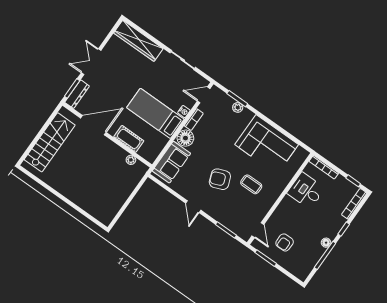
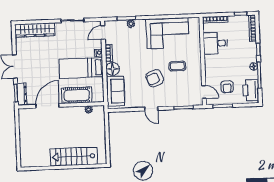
cot: (129, 139) -> (77, 95), width x1.37, depth x1.34
stairs: (50, 142) -> (74, 157), moved, turned -90
printer: (305, 264) -> (251, 90), added

